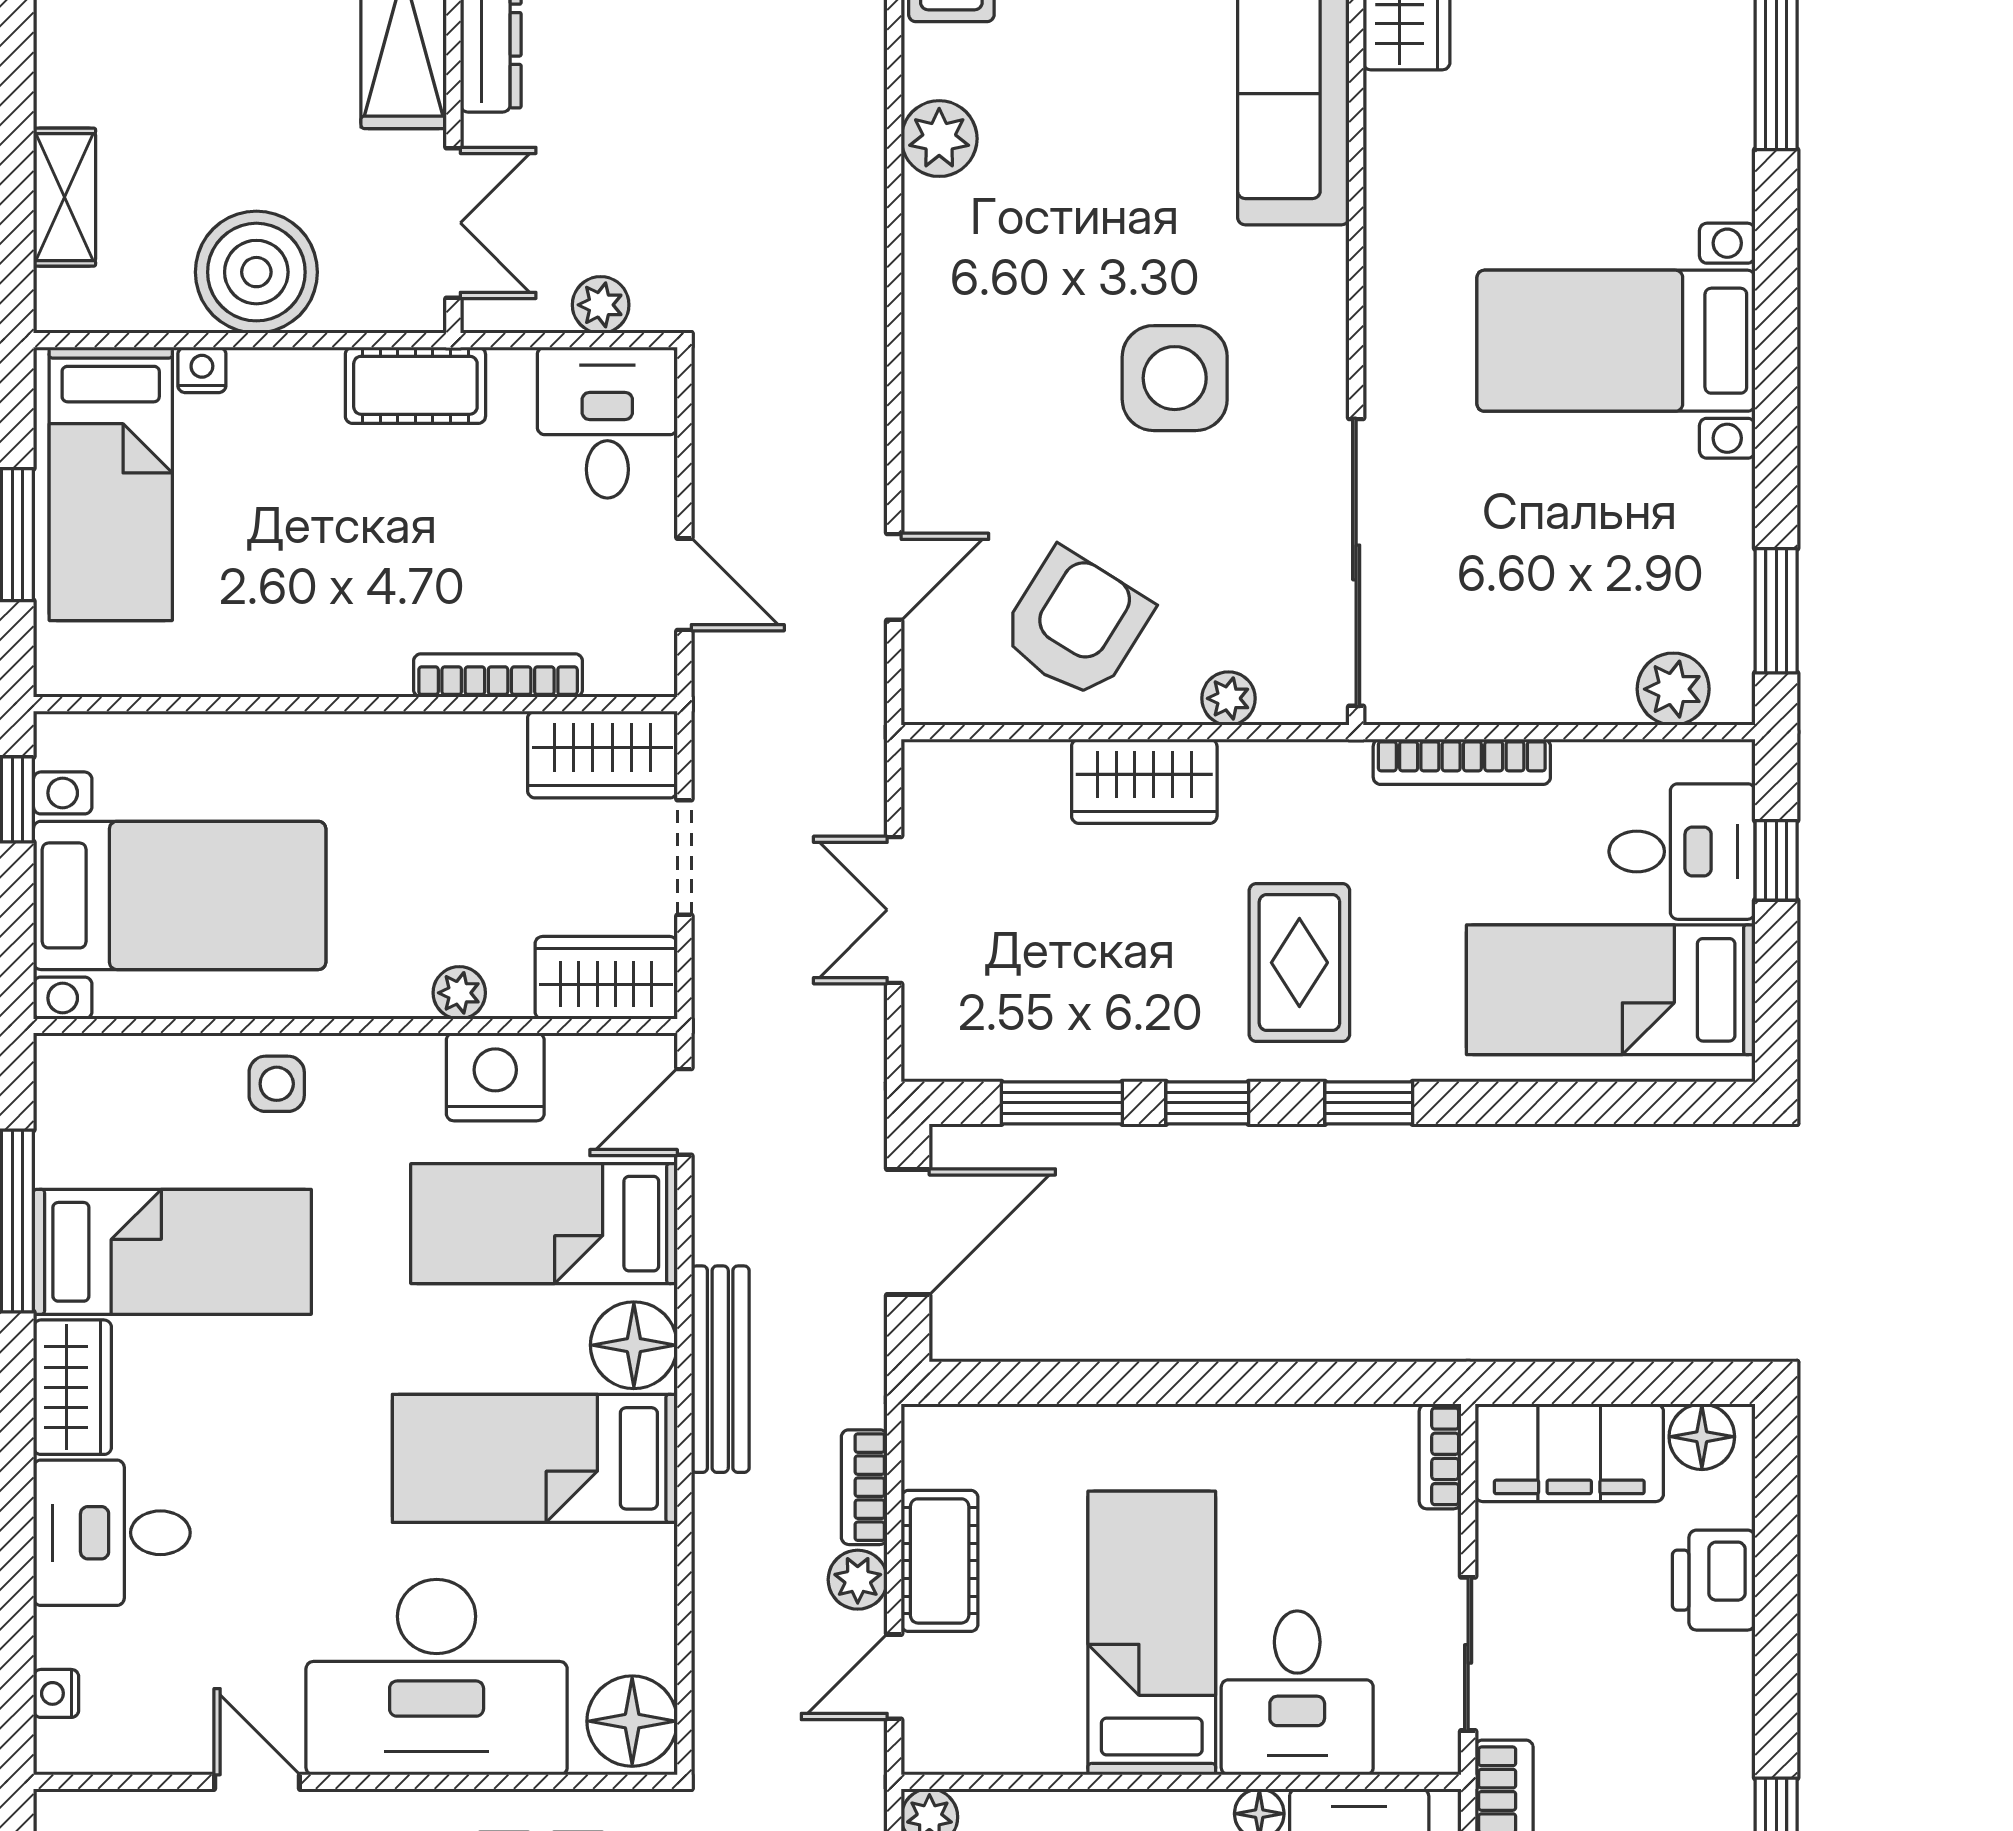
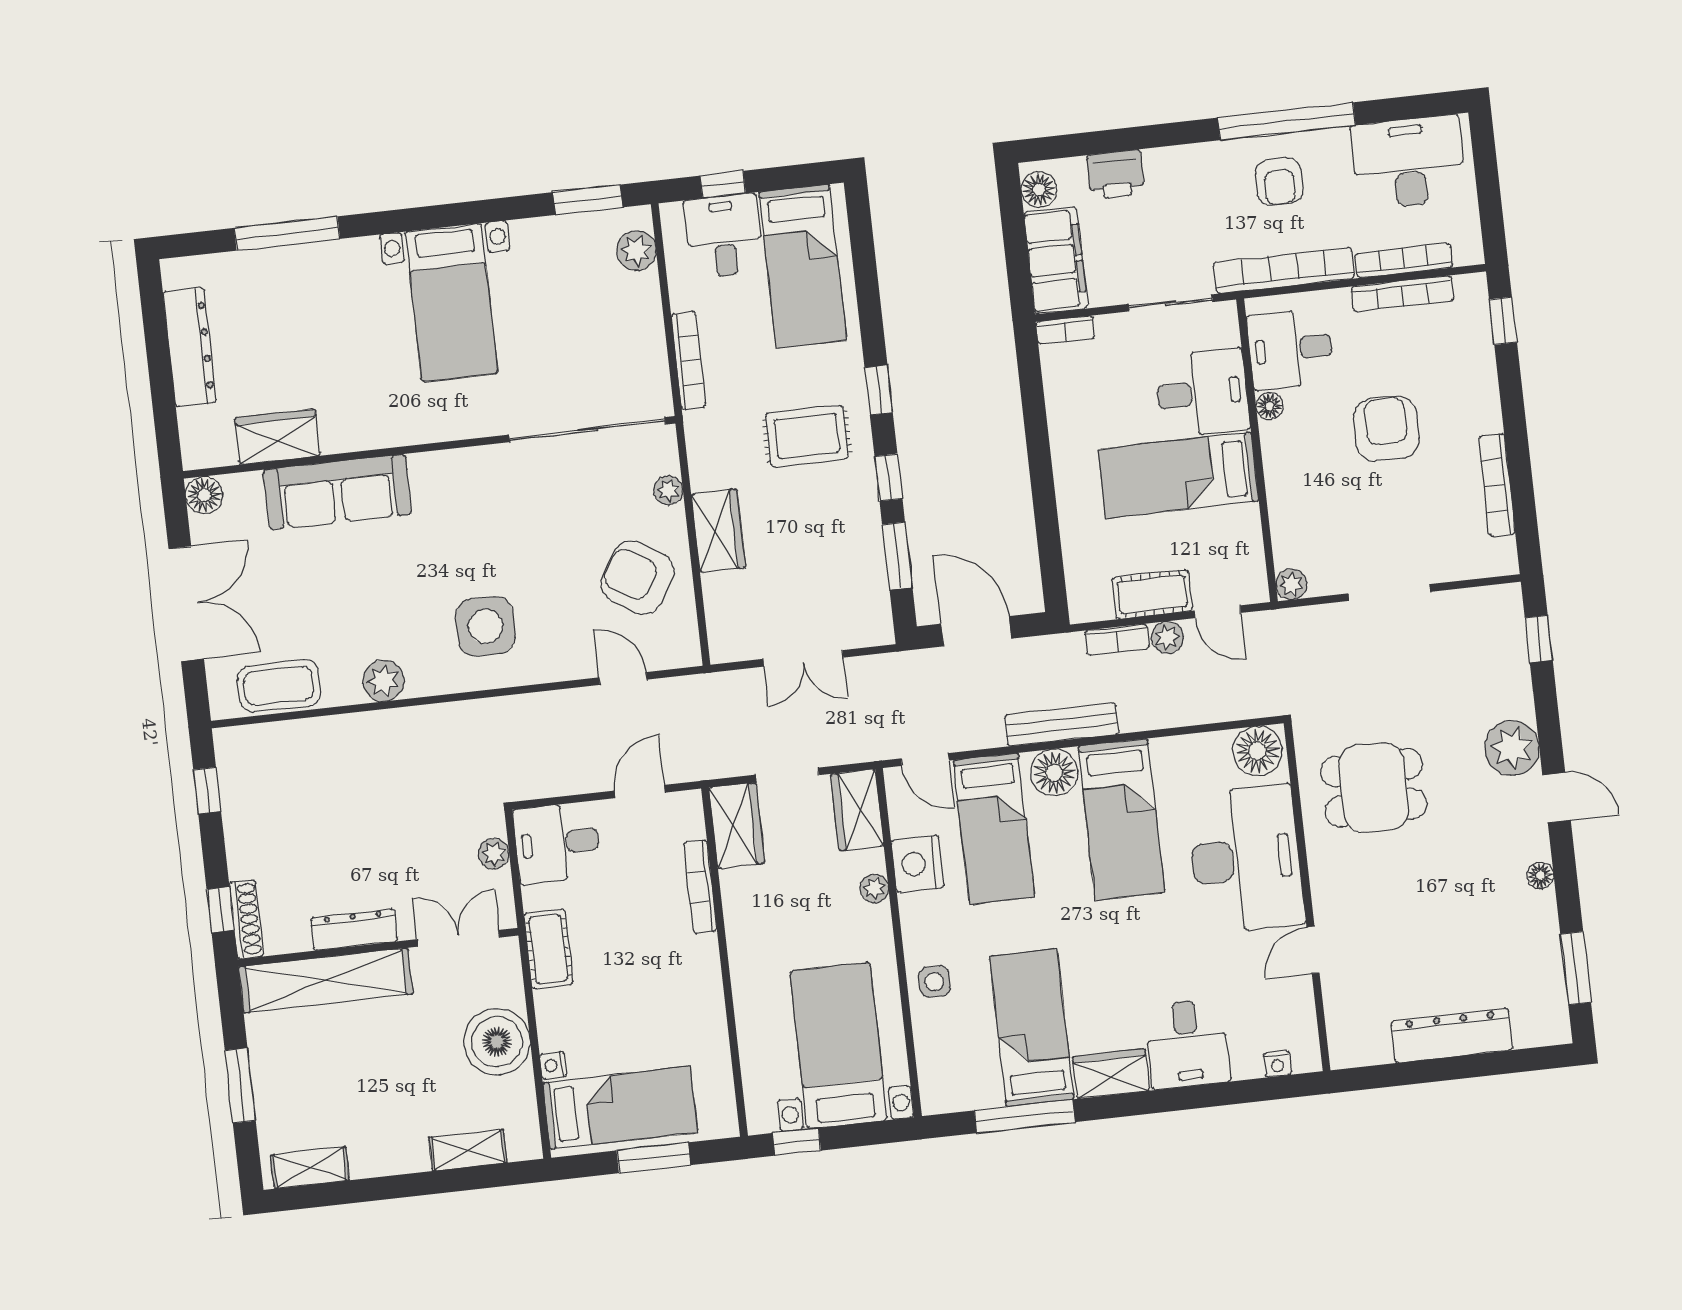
side table: (1175, 378) -> (485, 626), moved

